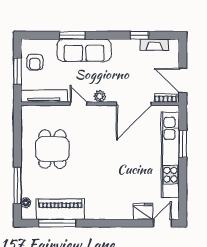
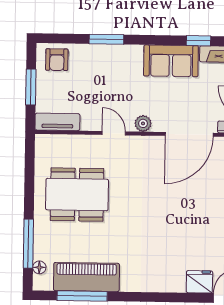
sofa: (84, 50) -> (171, 61), moved, width x0.73
armchair: (35, 62) -> (57, 60), moved
tv unit: (44, 96) -> (57, 122), width x0.71
dining table: (52, 149) -> (77, 195), width x1.38

